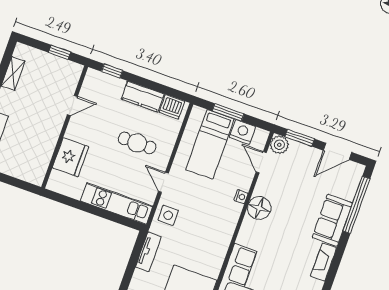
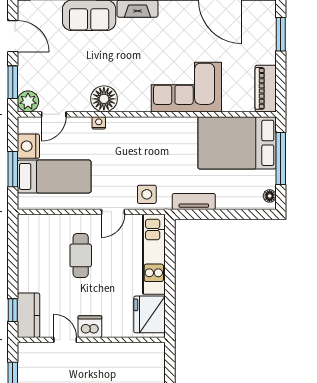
kitchen counter: (143, 97) -> (29, 315), moved
dishwasher: (172, 107) -> (90, 327), moved, turned -90
fridge: (70, 157) -> (149, 314), moved, turned -90

